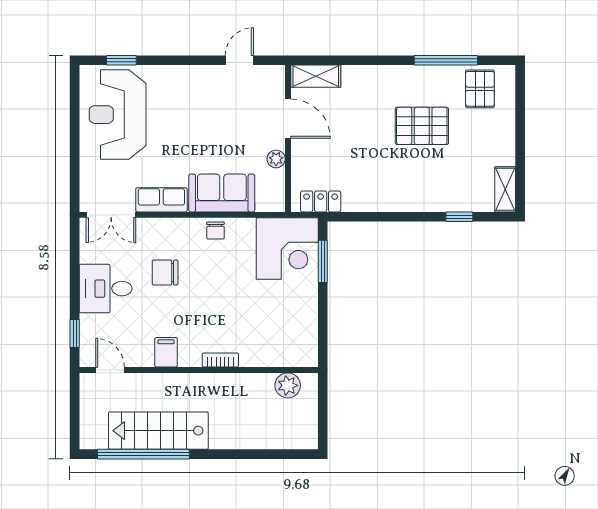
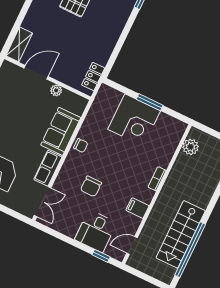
corner desk: (287, 249) -> (134, 120), moved, turned 90
window: (323, 261) -> (150, 102), moved
desk: (106, 289) -> (96, 231), moved

